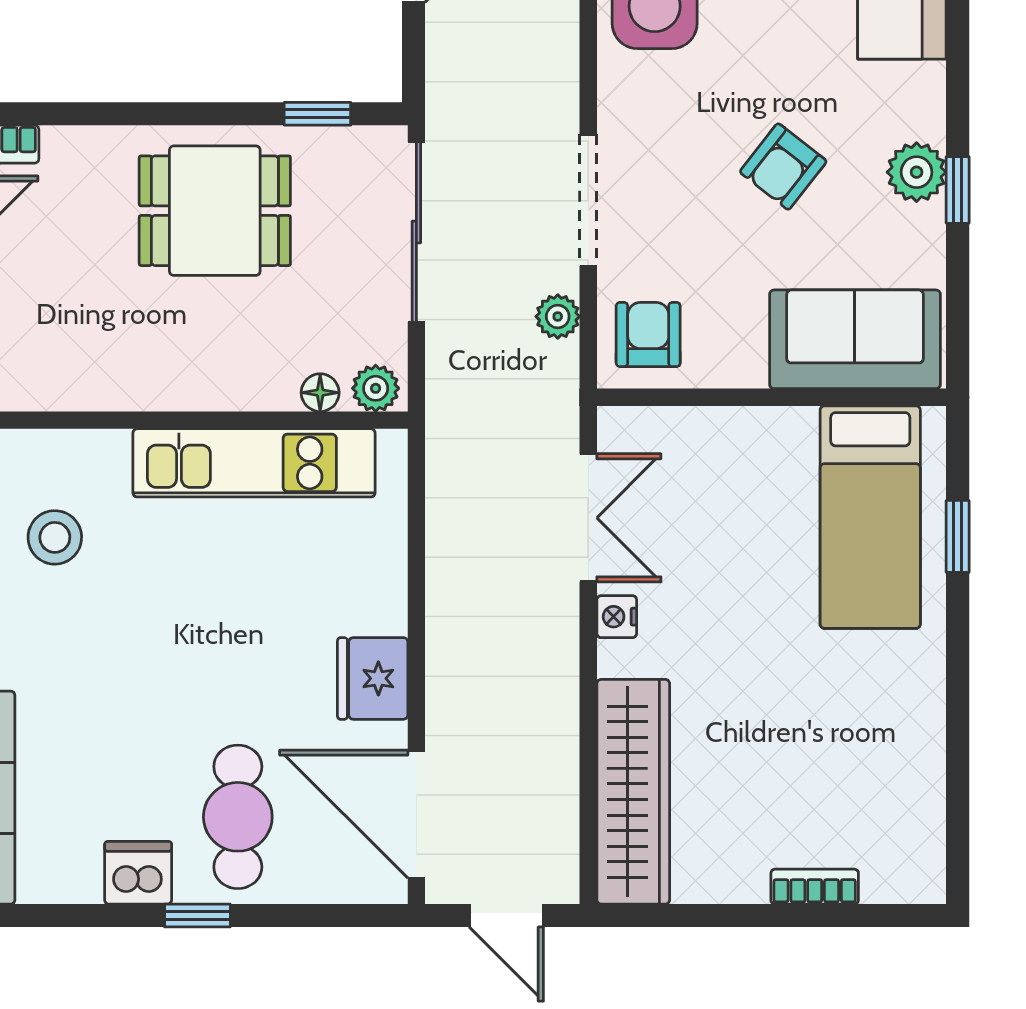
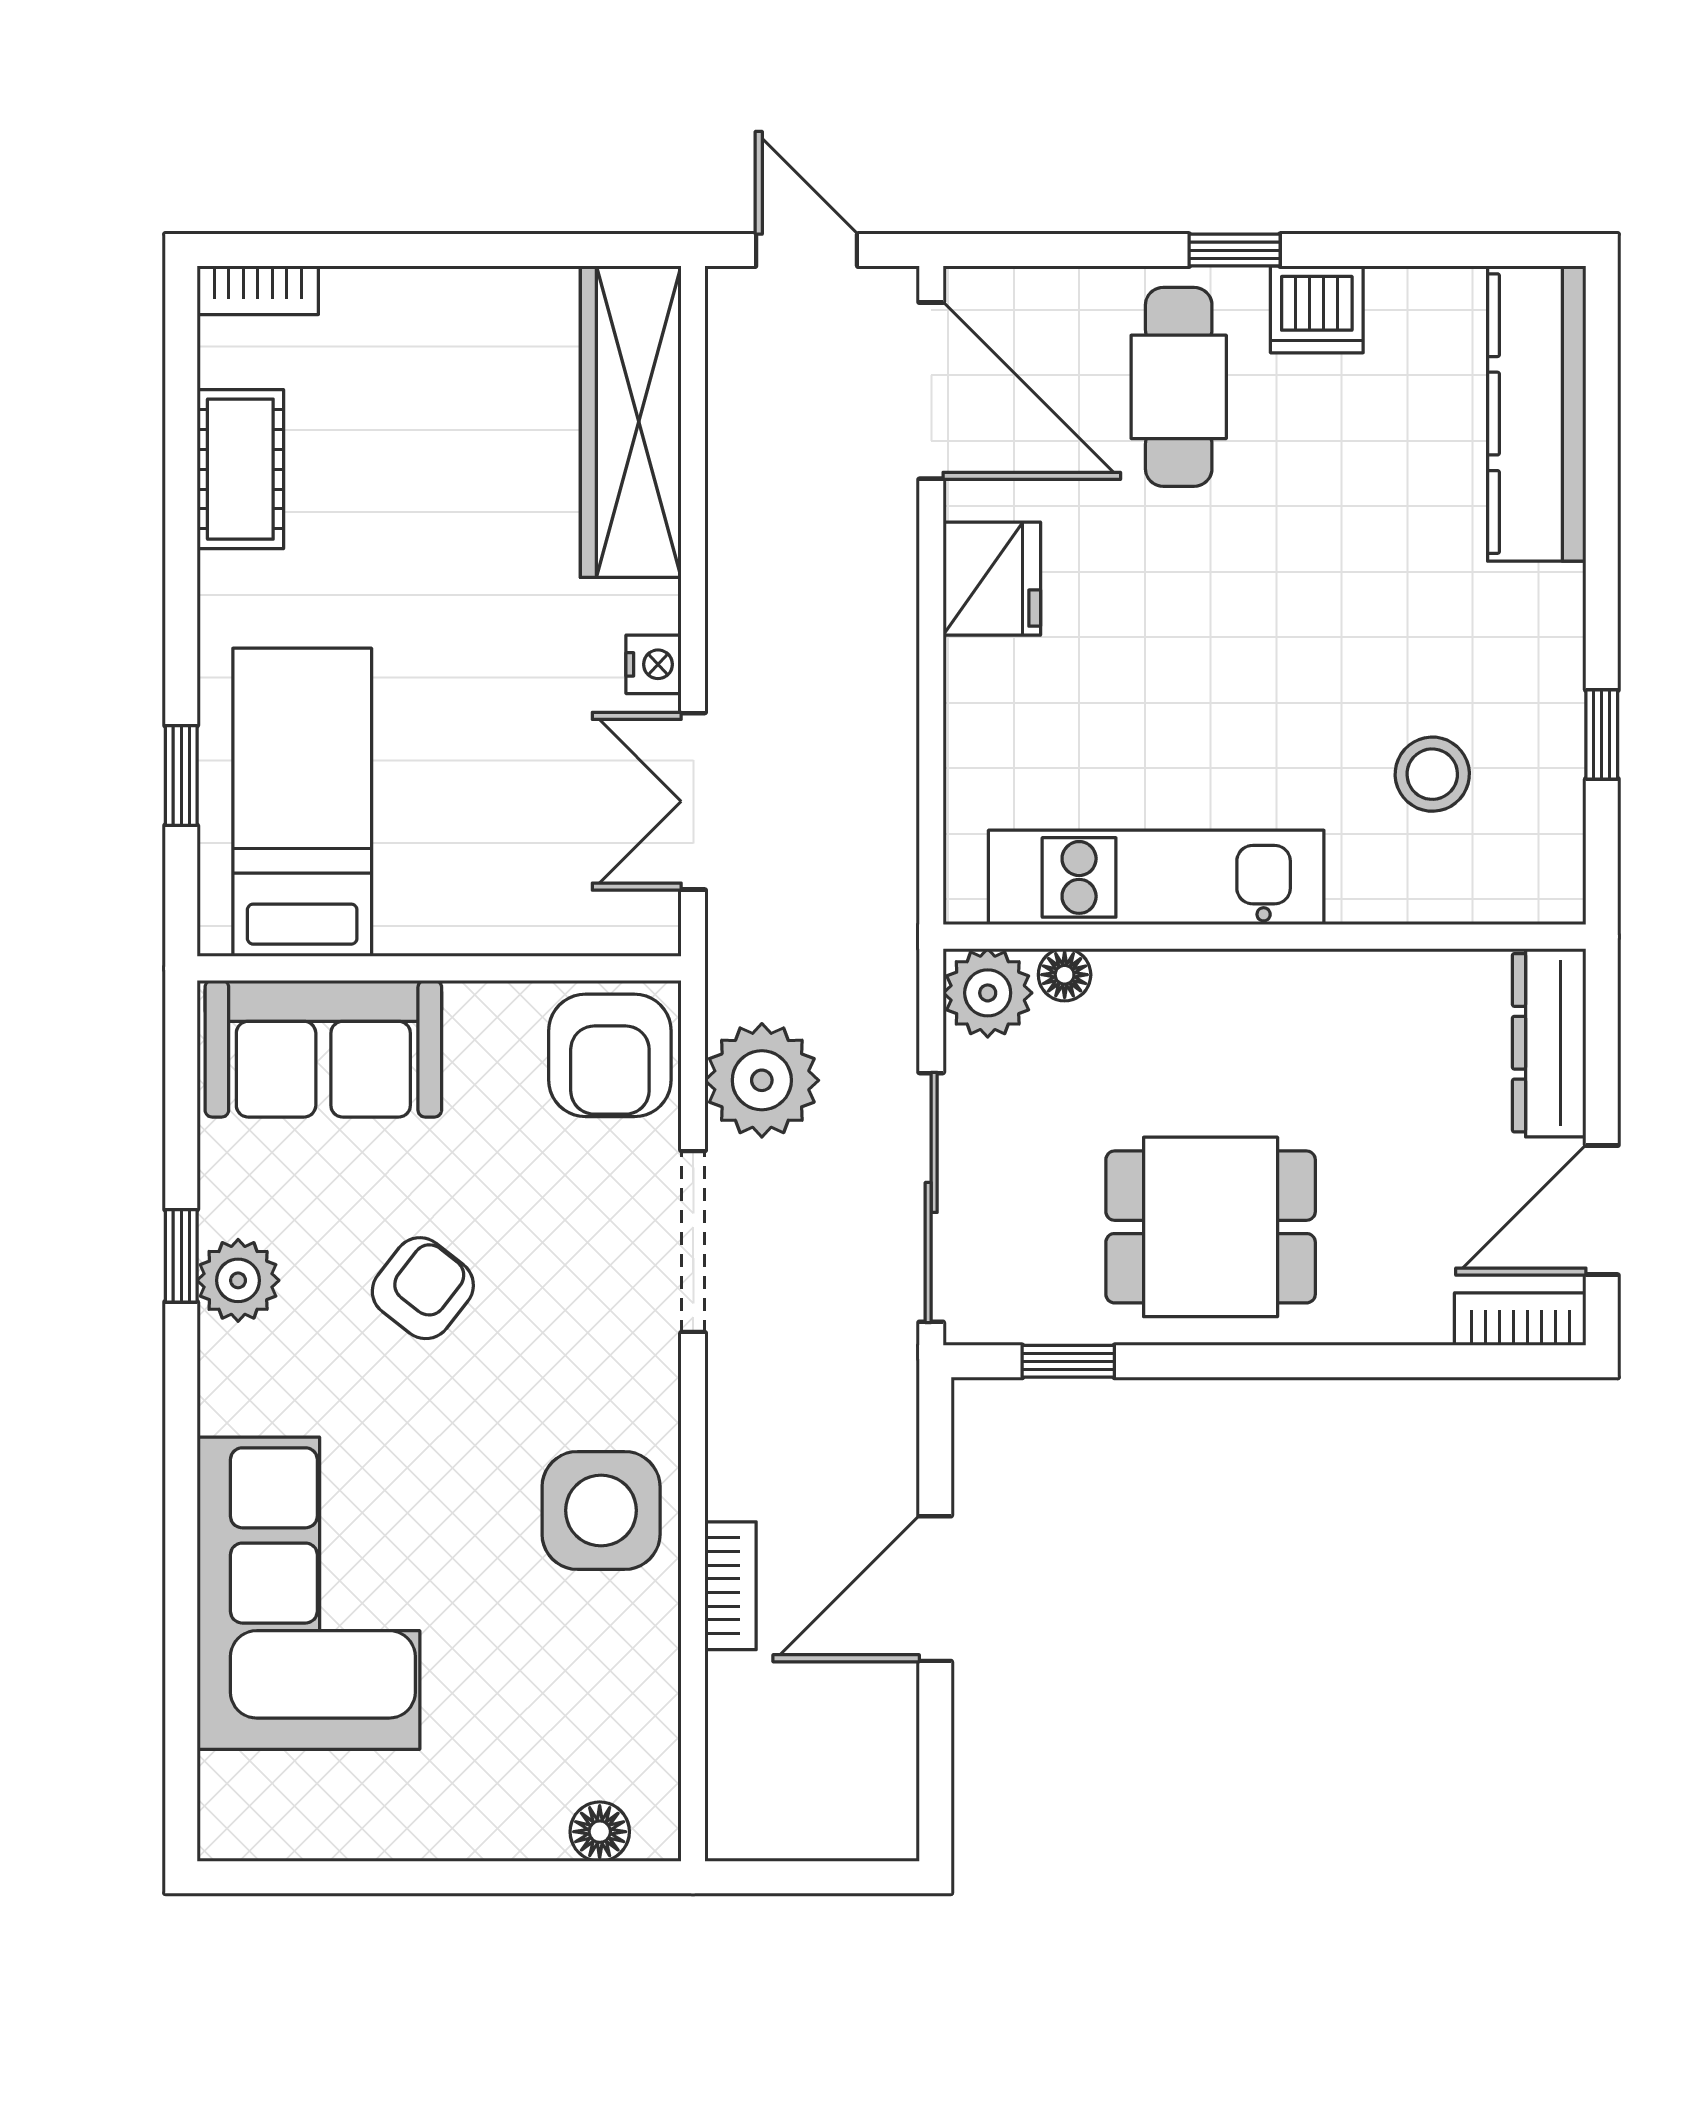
plant: (558, 316) -> (762, 1080), width x1.88, depth x1.88
armchair: (648, 334) -> (610, 1055), width x1.38, depth x1.38
plant: (376, 388) -> (988, 993), width x1.38, depth x1.38
cot: (915, 758) -> (240, 469), added
bookcase: (815, 887) -> (258, 290), moved

